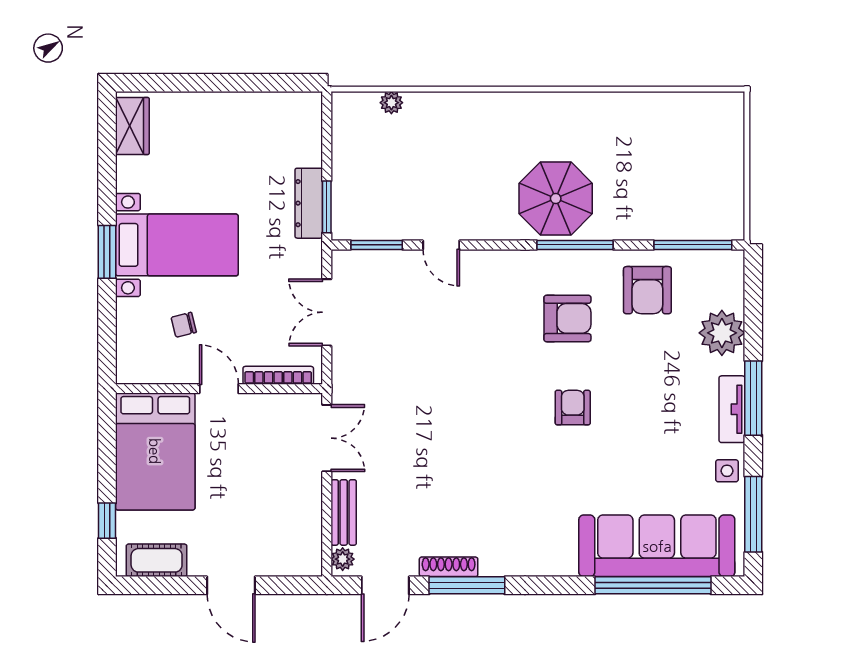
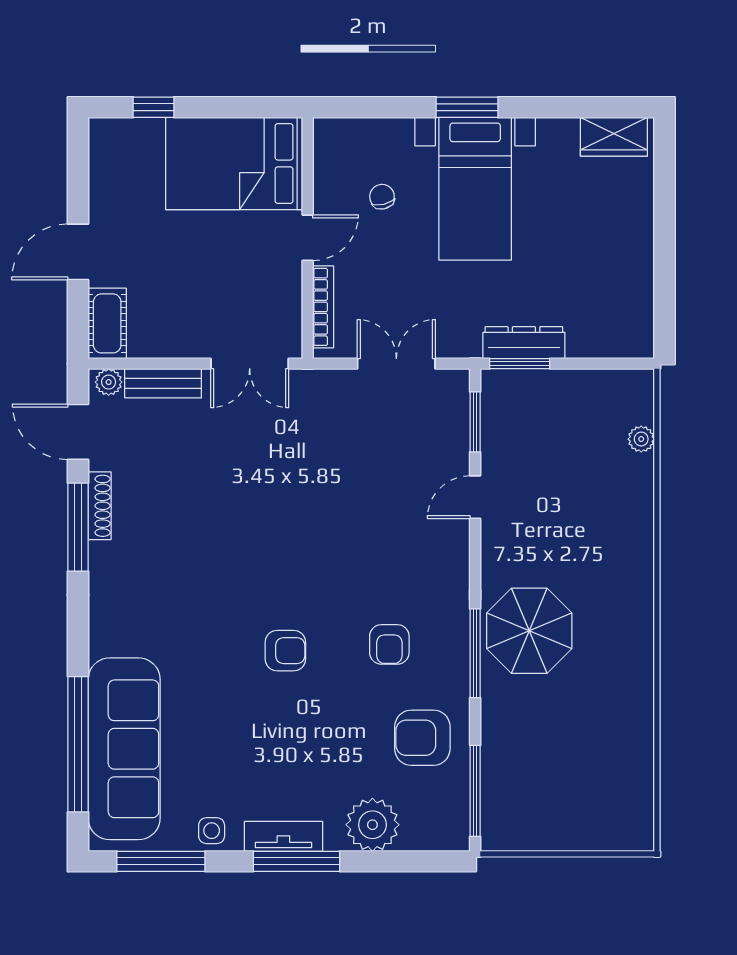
armchair: (567, 318) -> (389, 644), width x0.72, depth x0.72
cot: (157, 560) -> (107, 323), moved

